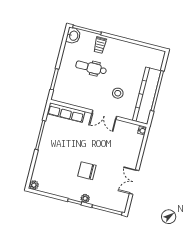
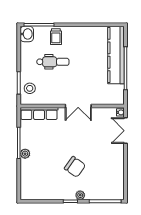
dental chair: (91, 68) -> (53, 62), turned 180
stool: (118, 93) -> (30, 88), moved
kitchen counter: (147, 96) -> (116, 55), moved
chair: (87, 171) -> (75, 167), turned -145
double door: (134, 182) -> (126, 131), moved
plant: (34, 185) -> (25, 154), moved

